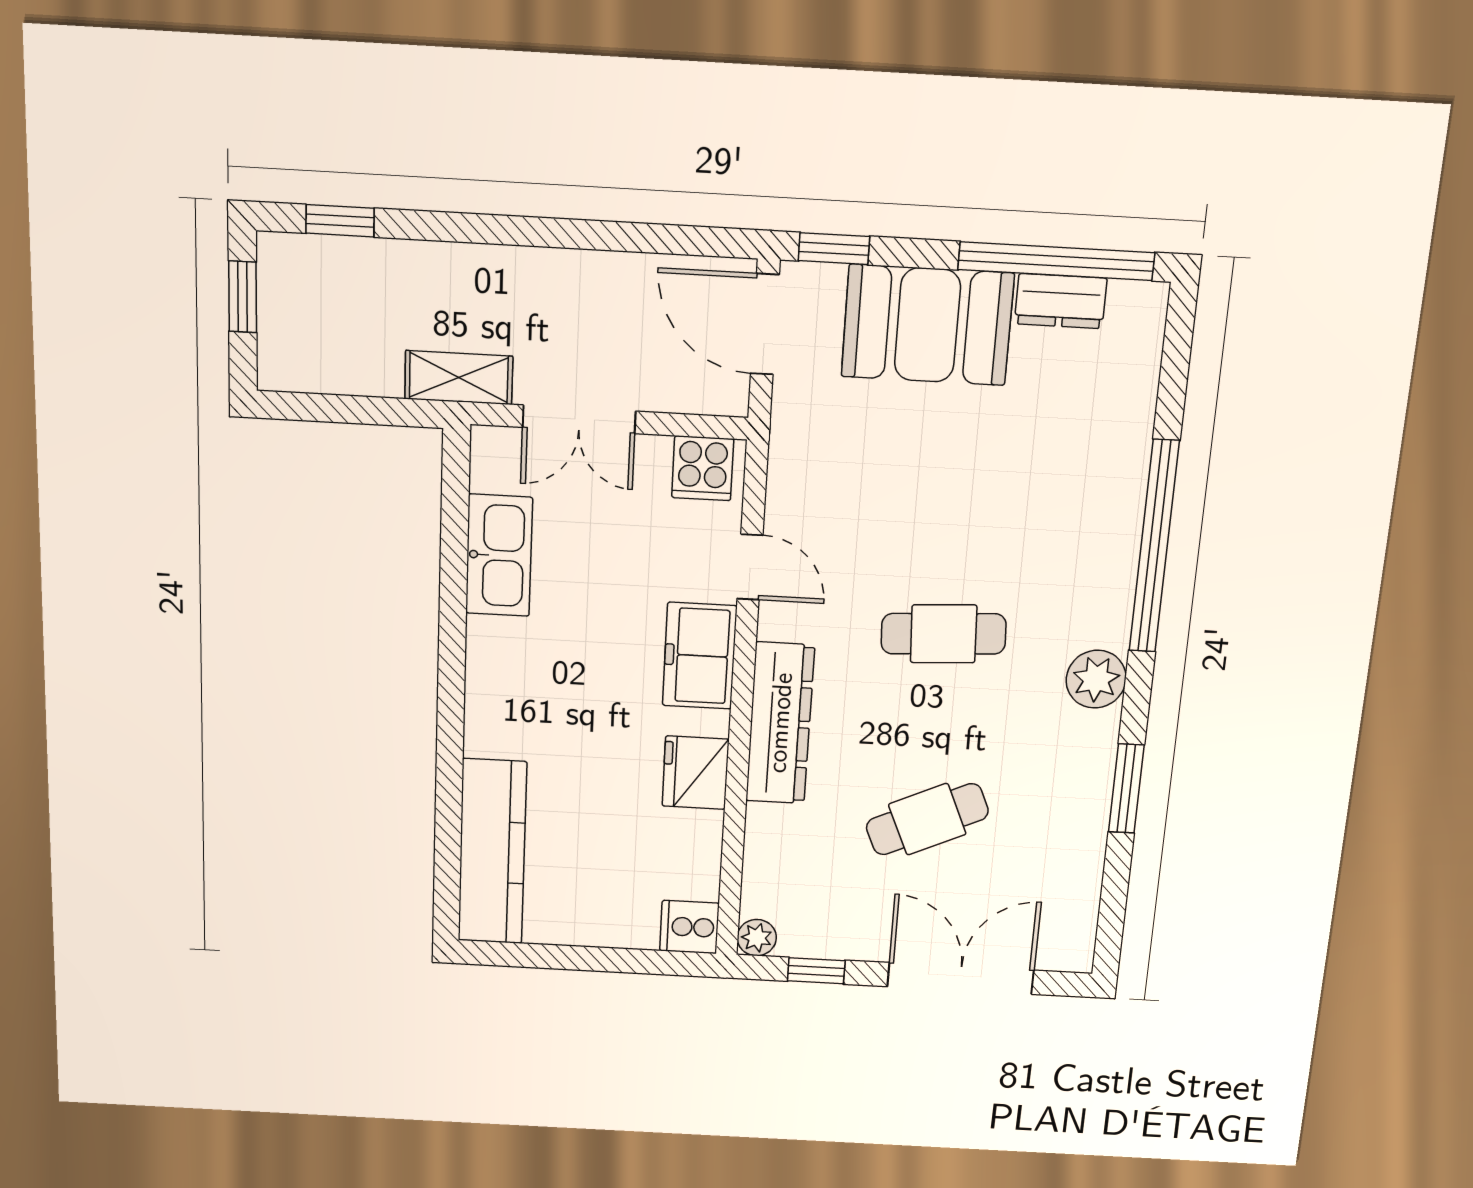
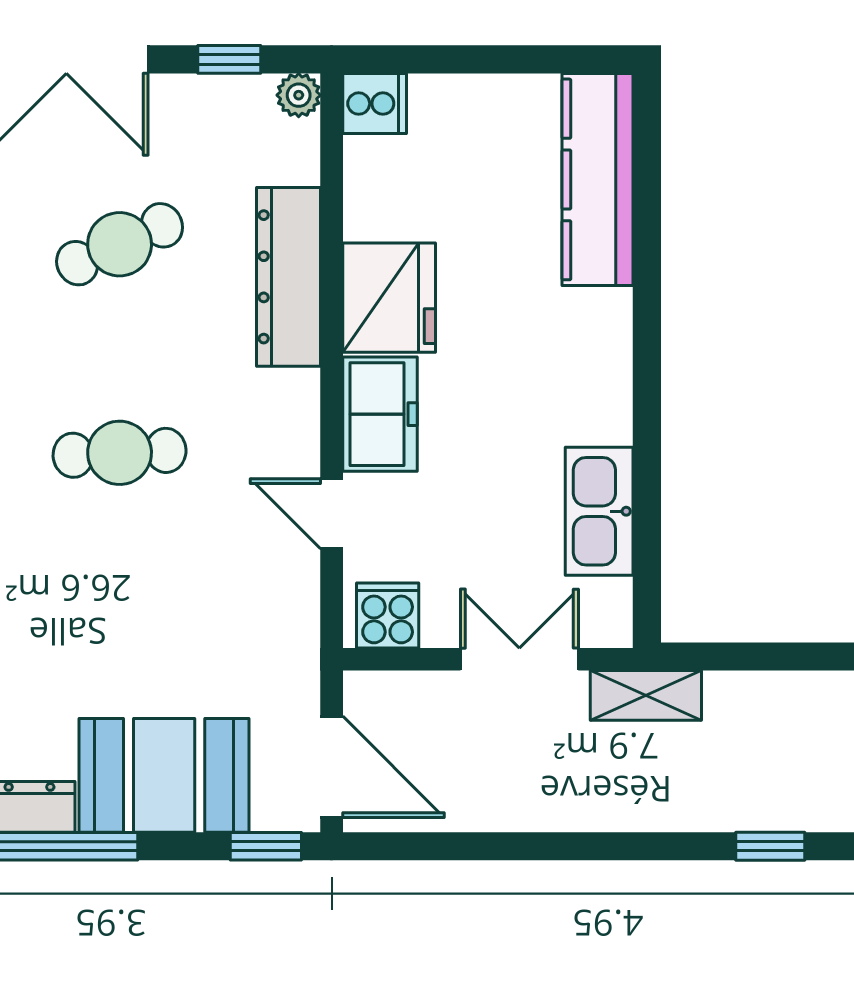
dresser: (780, 723) -> (289, 277), moved
fridge: (696, 773) -> (389, 298), width x1.36, depth x1.34

